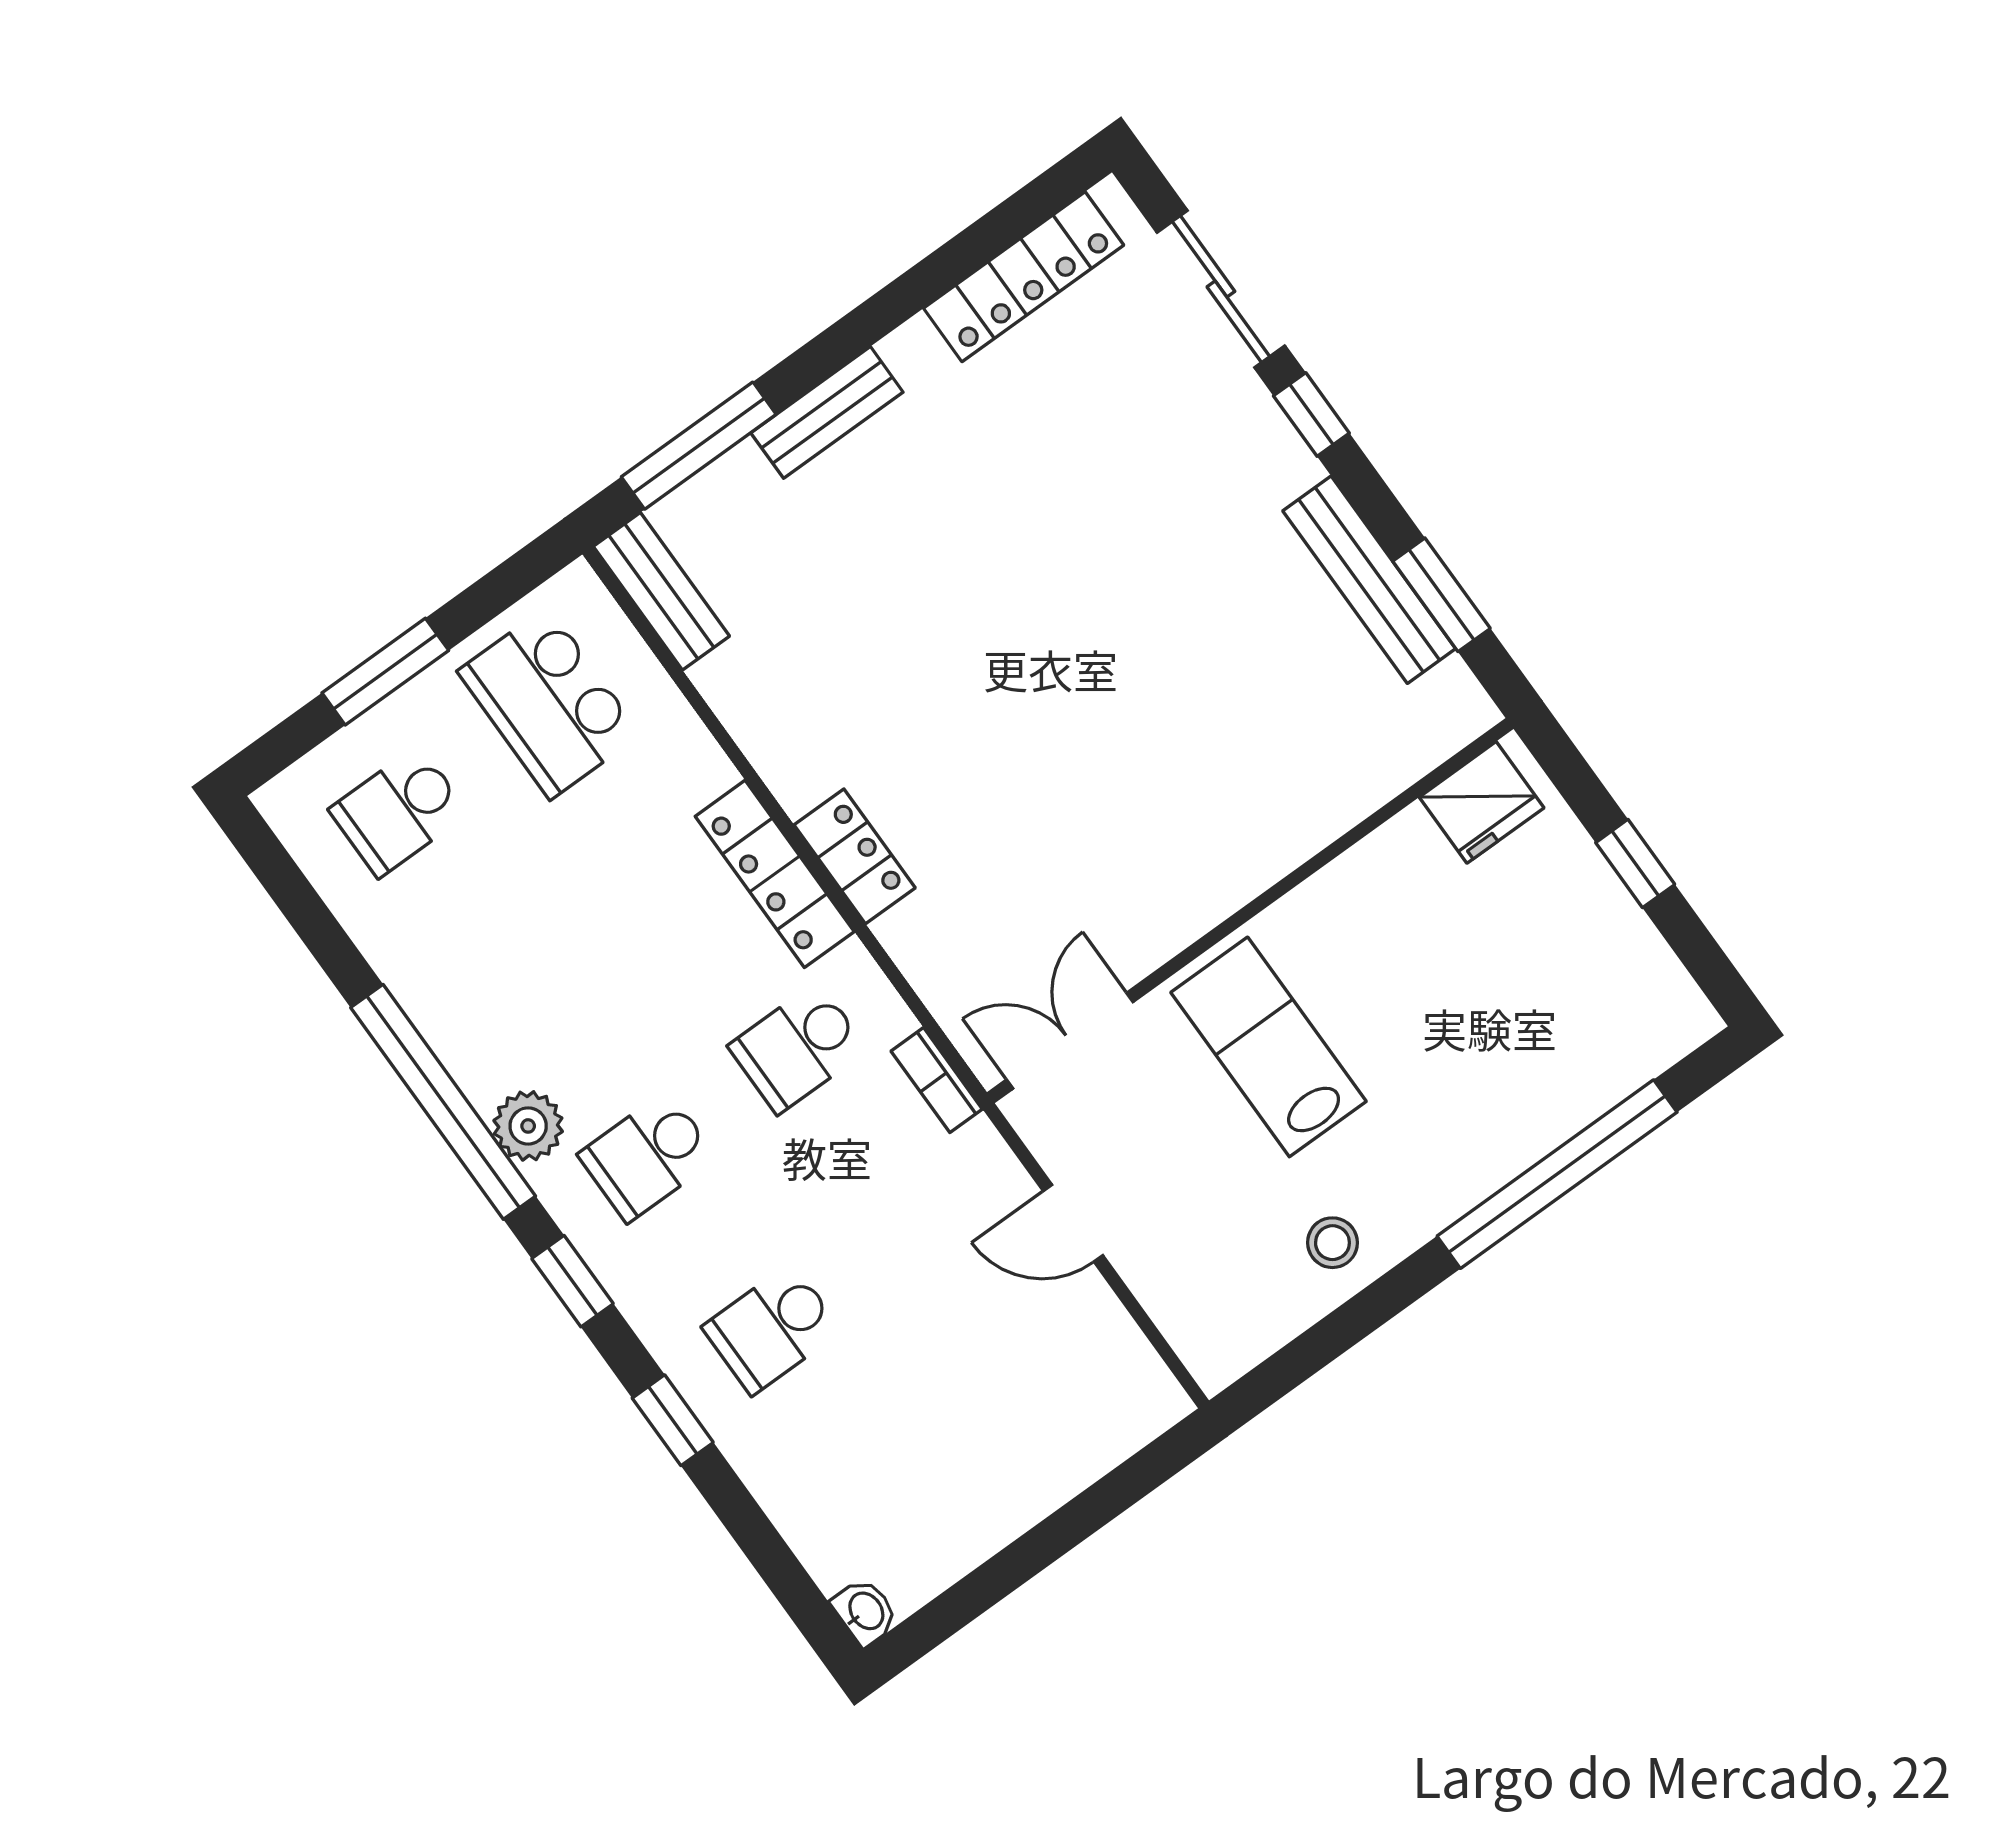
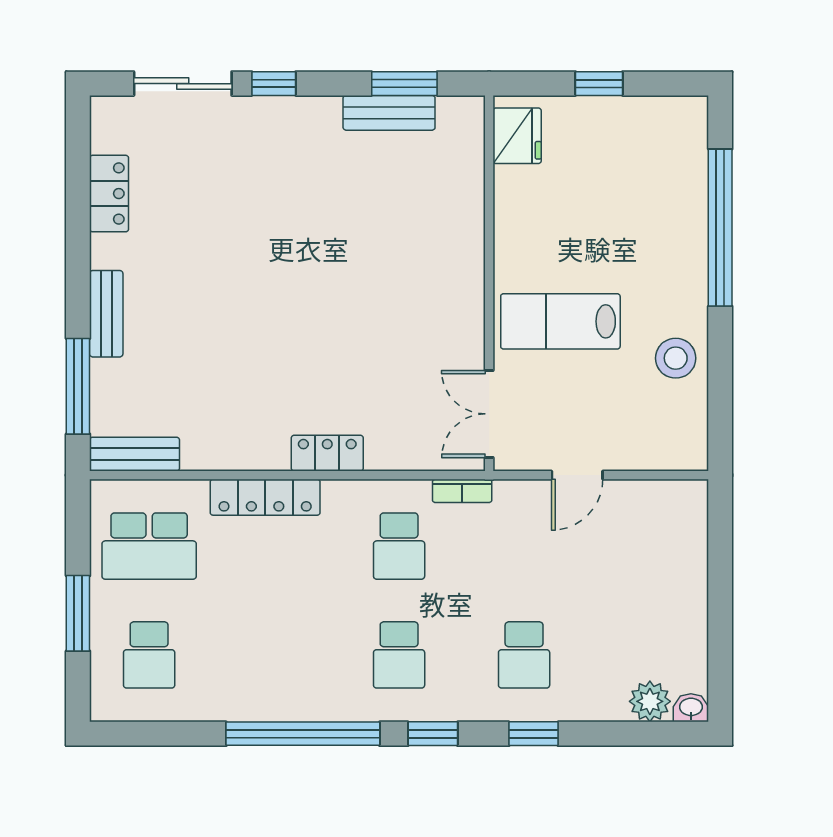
locker: (1024, 277) -> (109, 194), width x0.66
bench: (1369, 580) -> (389, 113), width x0.73
locker: (775, 874) -> (265, 497), moved
plant: (528, 1126) -> (650, 701), moved
stool: (1332, 1243) -> (676, 358), width x1.37, depth x1.37

